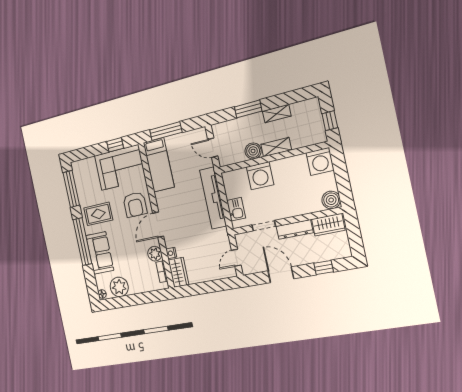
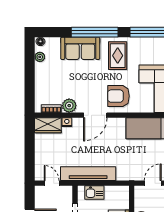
tv unit: (213, 198) -> (88, 174), moved
door: (158, 225) -> (95, 115), swing flipped
plant: (119, 287) -> (40, 57), width x0.53, depth x0.53

